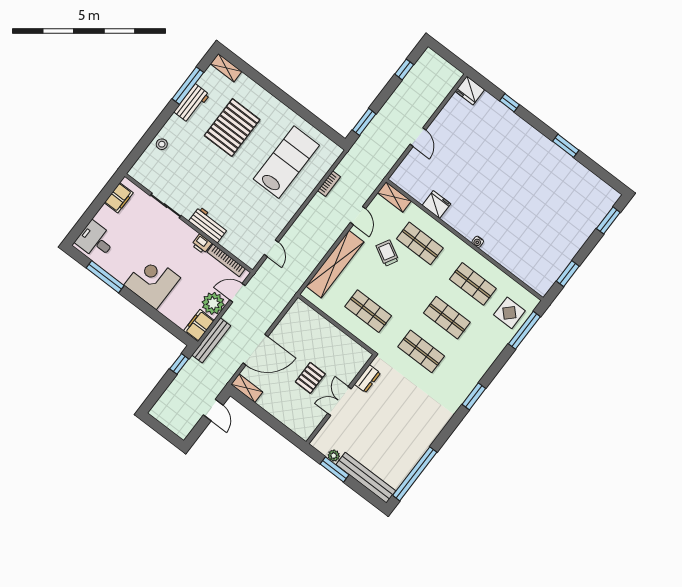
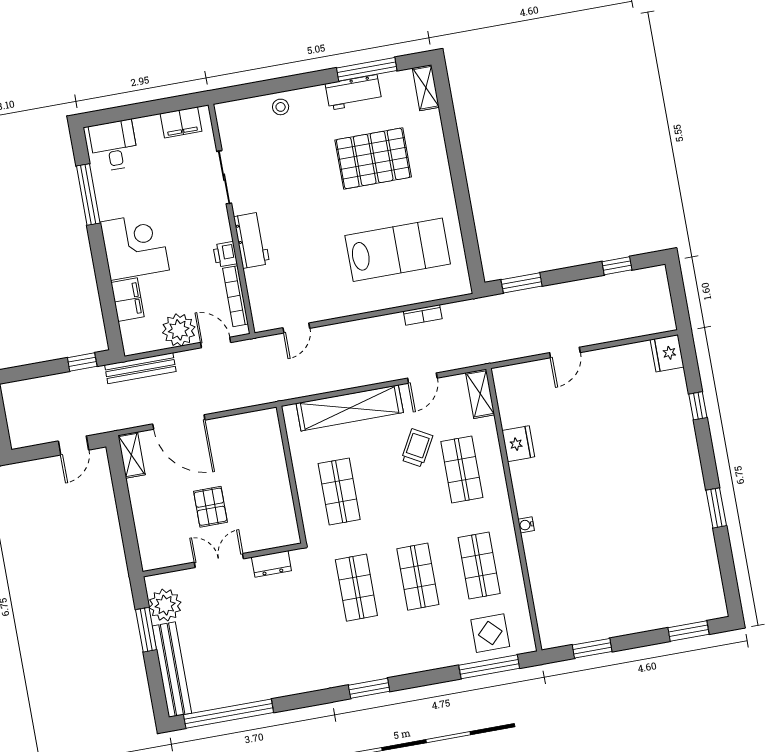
filing cabinet: (199, 326) -> (128, 300), moved, turned 90
pallet: (310, 378) -> (210, 507), turned 90
plant: (334, 456) -> (165, 605), width x1.88, depth x1.88

